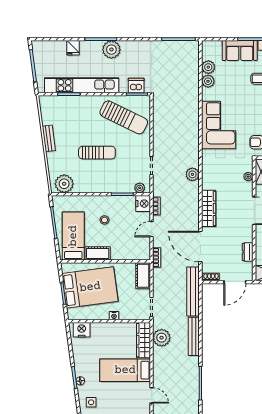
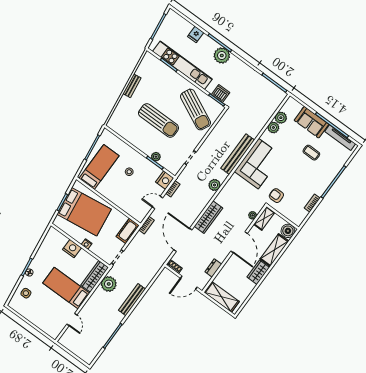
sun lounger: (97, 153) -> (159, 121), width x1.36, depth x1.34
plant: (64, 184) -> (119, 126), removed
plant: (140, 188) -> (156, 157), moved
cot: (98, 253) -> (107, 192), removed
bench: (193, 291) -> (238, 154), moved
nightstand: (82, 330) -> (72, 249), moved

